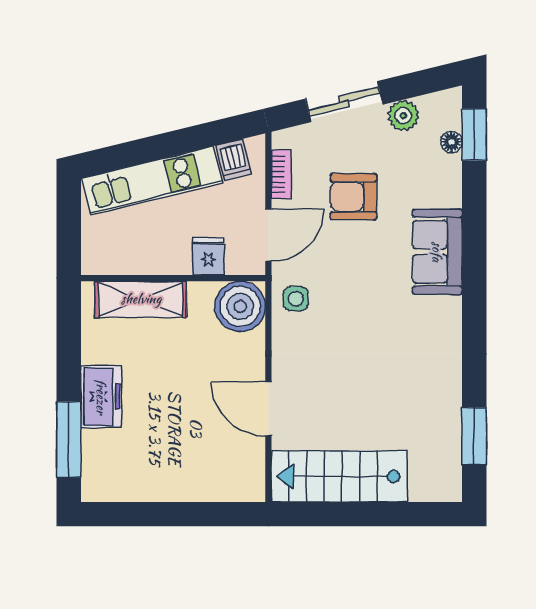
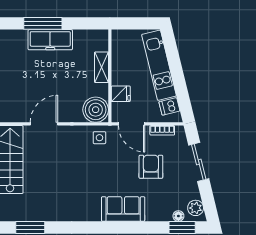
plant: (403, 116) -> (196, 208), moved
shelving: (141, 299) -> (101, 67), width x0.67, depth x0.75
freezer: (101, 397) -> (50, 40), width x1.40
window: (69, 439) -> (43, 23), moved

